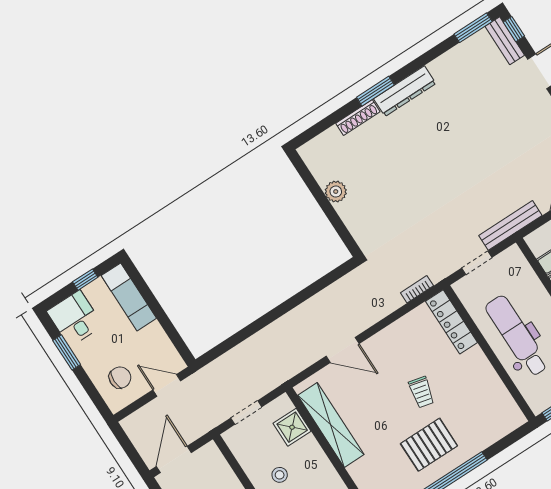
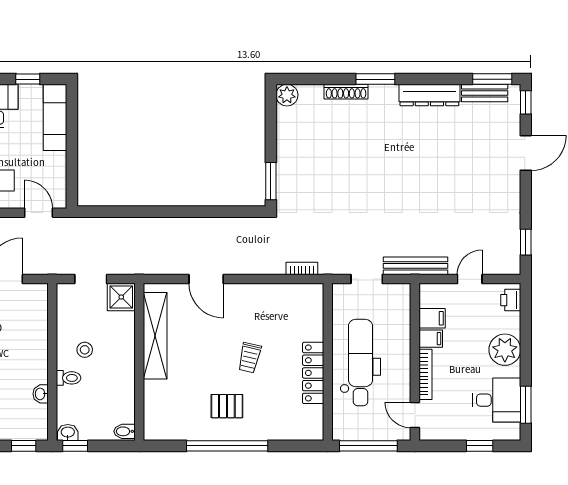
bench: (505, 41) -> (485, 93), moved, turned 90
dresser: (405, 91) -> (429, 95), moved
plant: (336, 192) -> (287, 95), moved
window: (344, 233) -> (271, 181), added
locker: (452, 322) -> (313, 373), moved
shower: (292, 427) -> (121, 297), moved
pallet: (429, 445) -> (227, 406), width x0.67, depth x0.71

